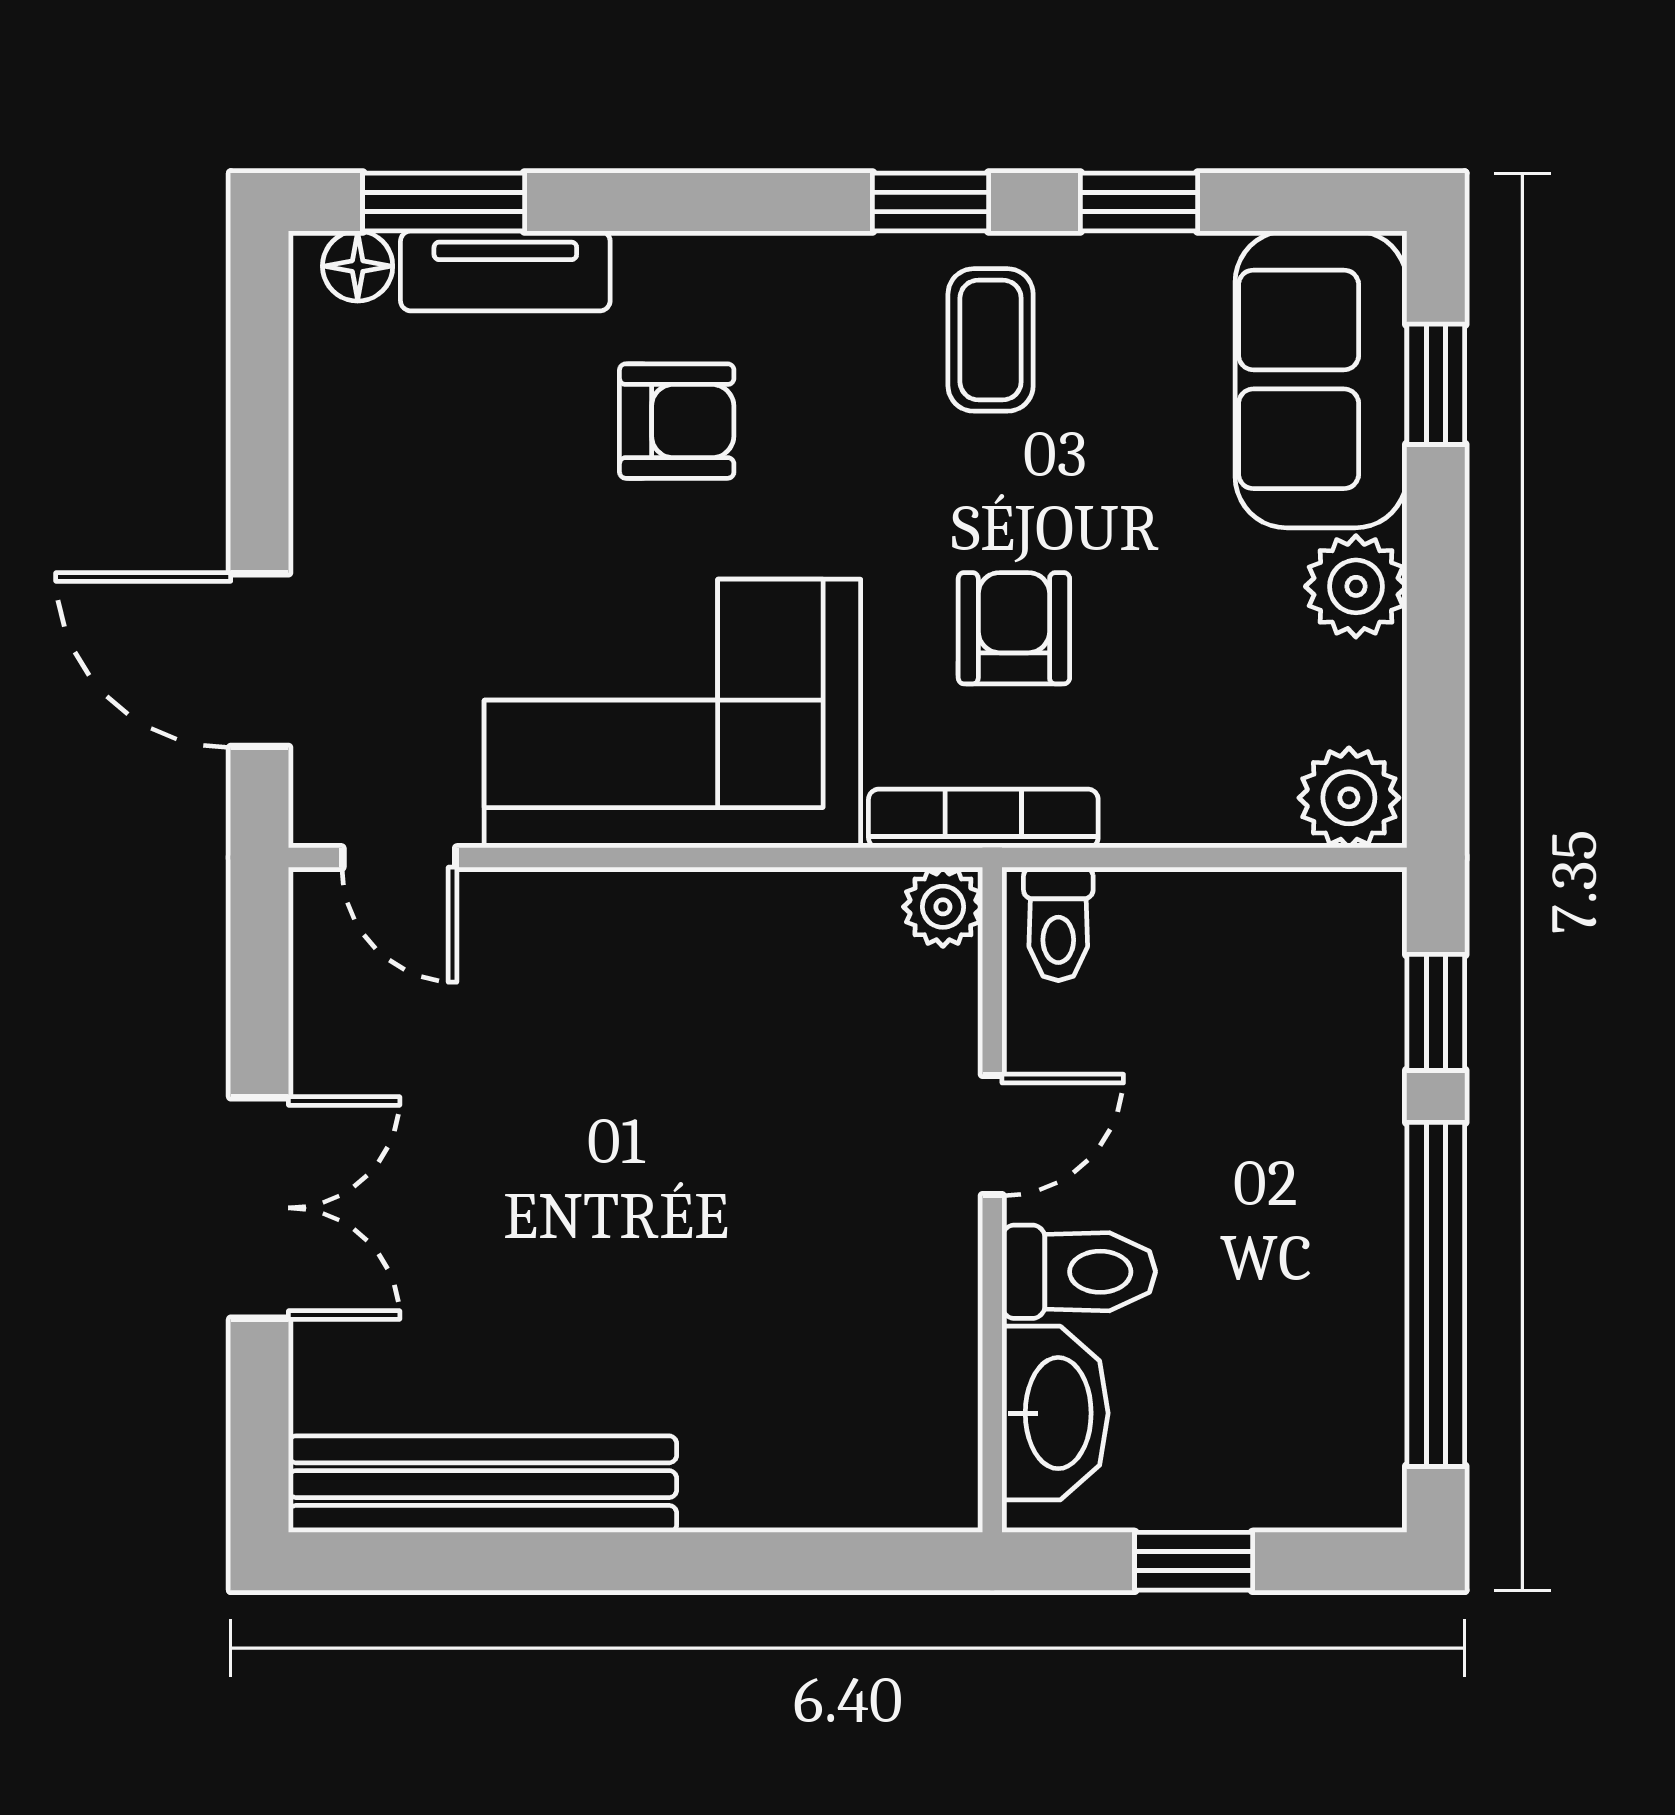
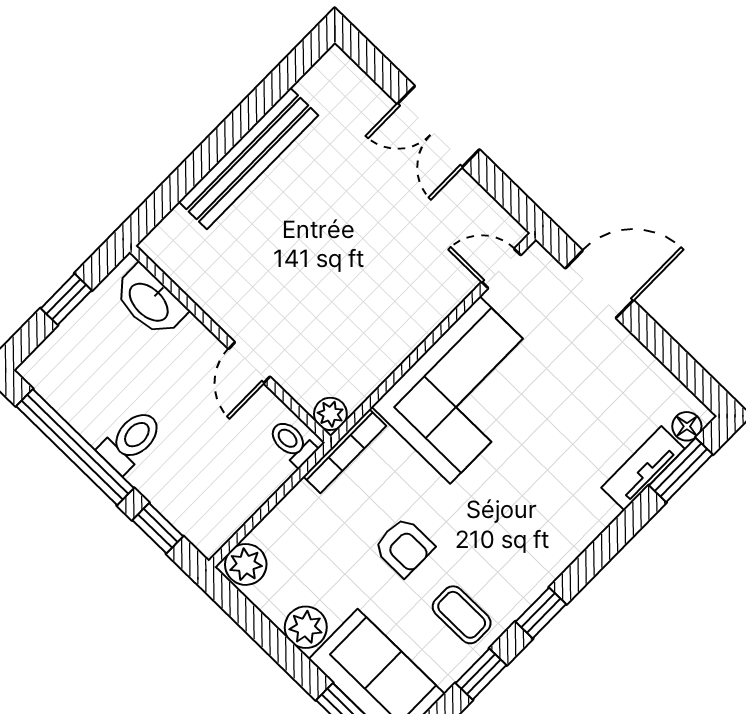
coffee table: (991, 340) -> (462, 615), moved
armchair: (677, 421) -> (550, 475), removed
armchair: (1014, 628) -> (404, 547), moved
toilet: (1079, 1272) -> (131, 441), moved, turned 180
bench: (483, 1484) -> (248, 159), moved

